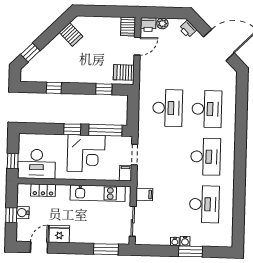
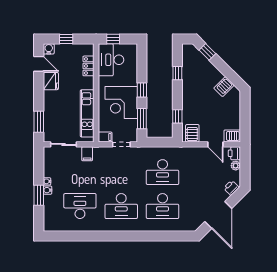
window: (105, 130) -> (142, 119), width x0.69
desk: (204, 204) -> (80, 206), turned 180
water cooler: (23, 213) -> (49, 49), moved

